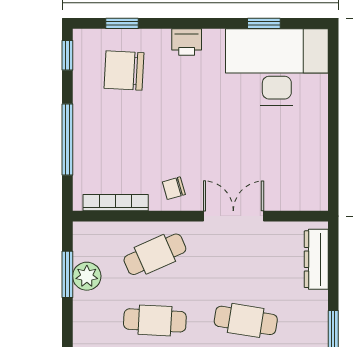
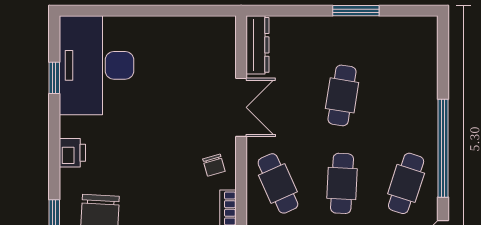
double door: (233, 216) -> (241, 107), swing flipped
dresser: (316, 259) -> (258, 45), moved, turned -90

